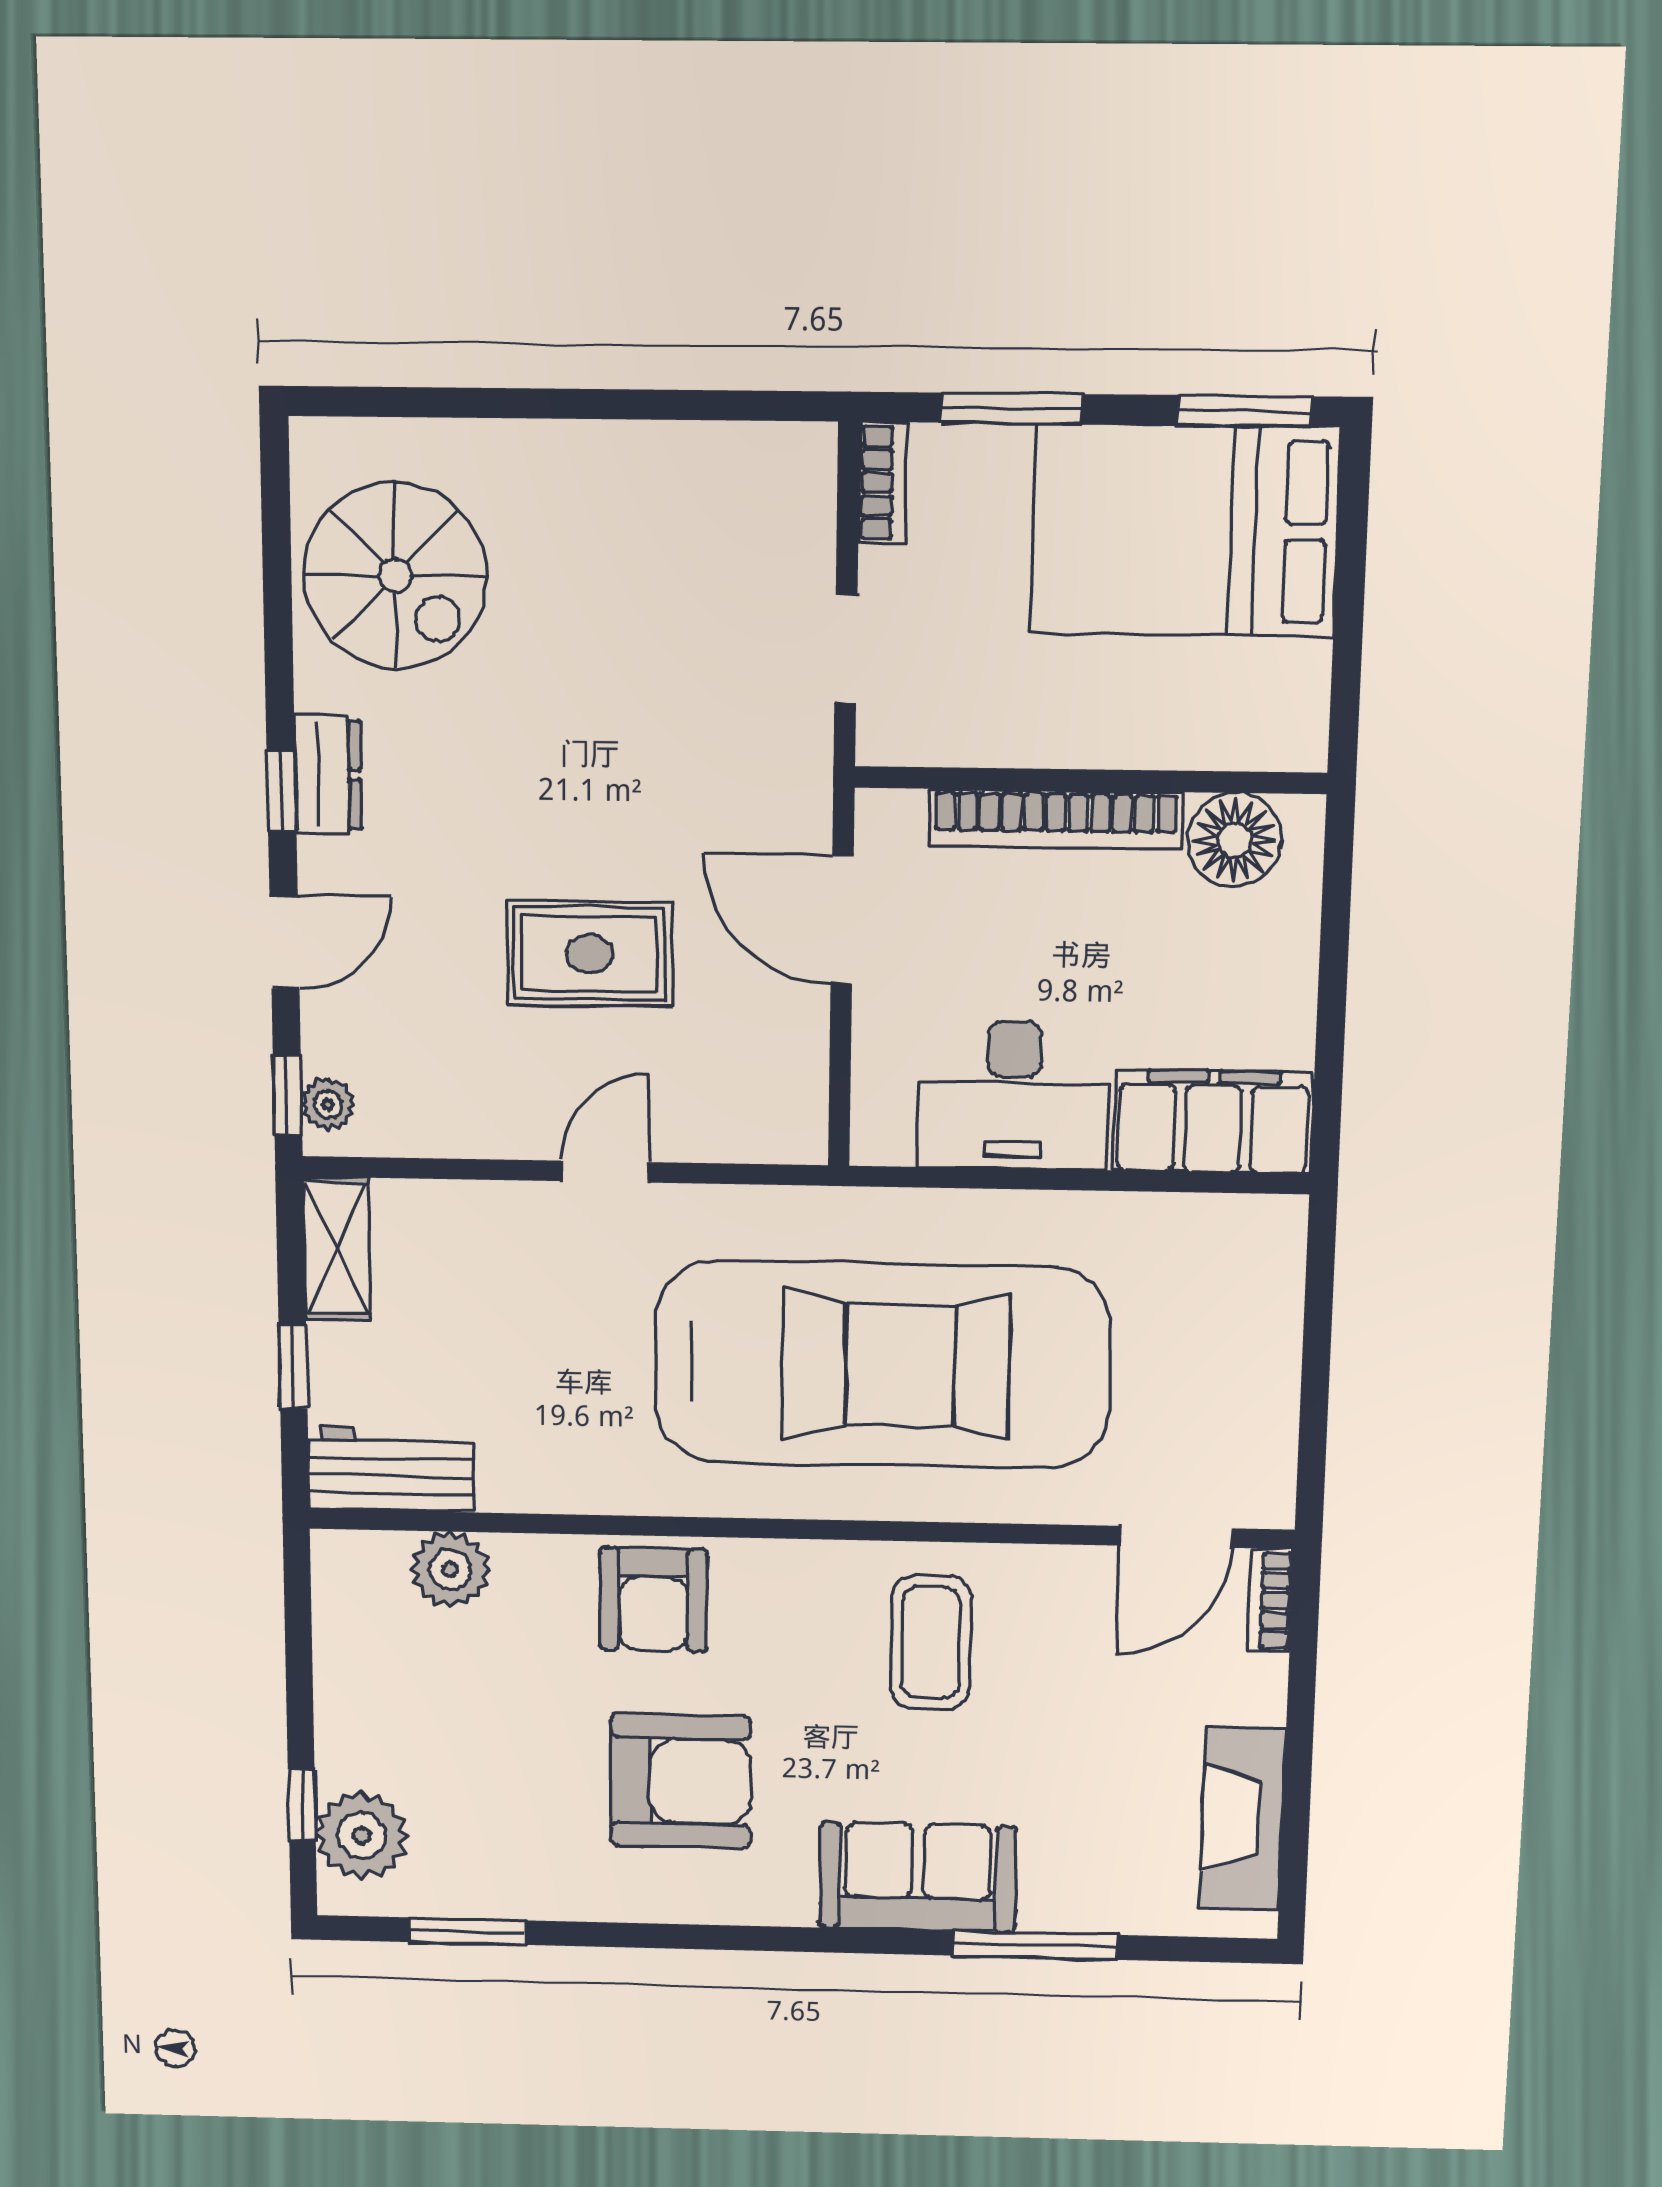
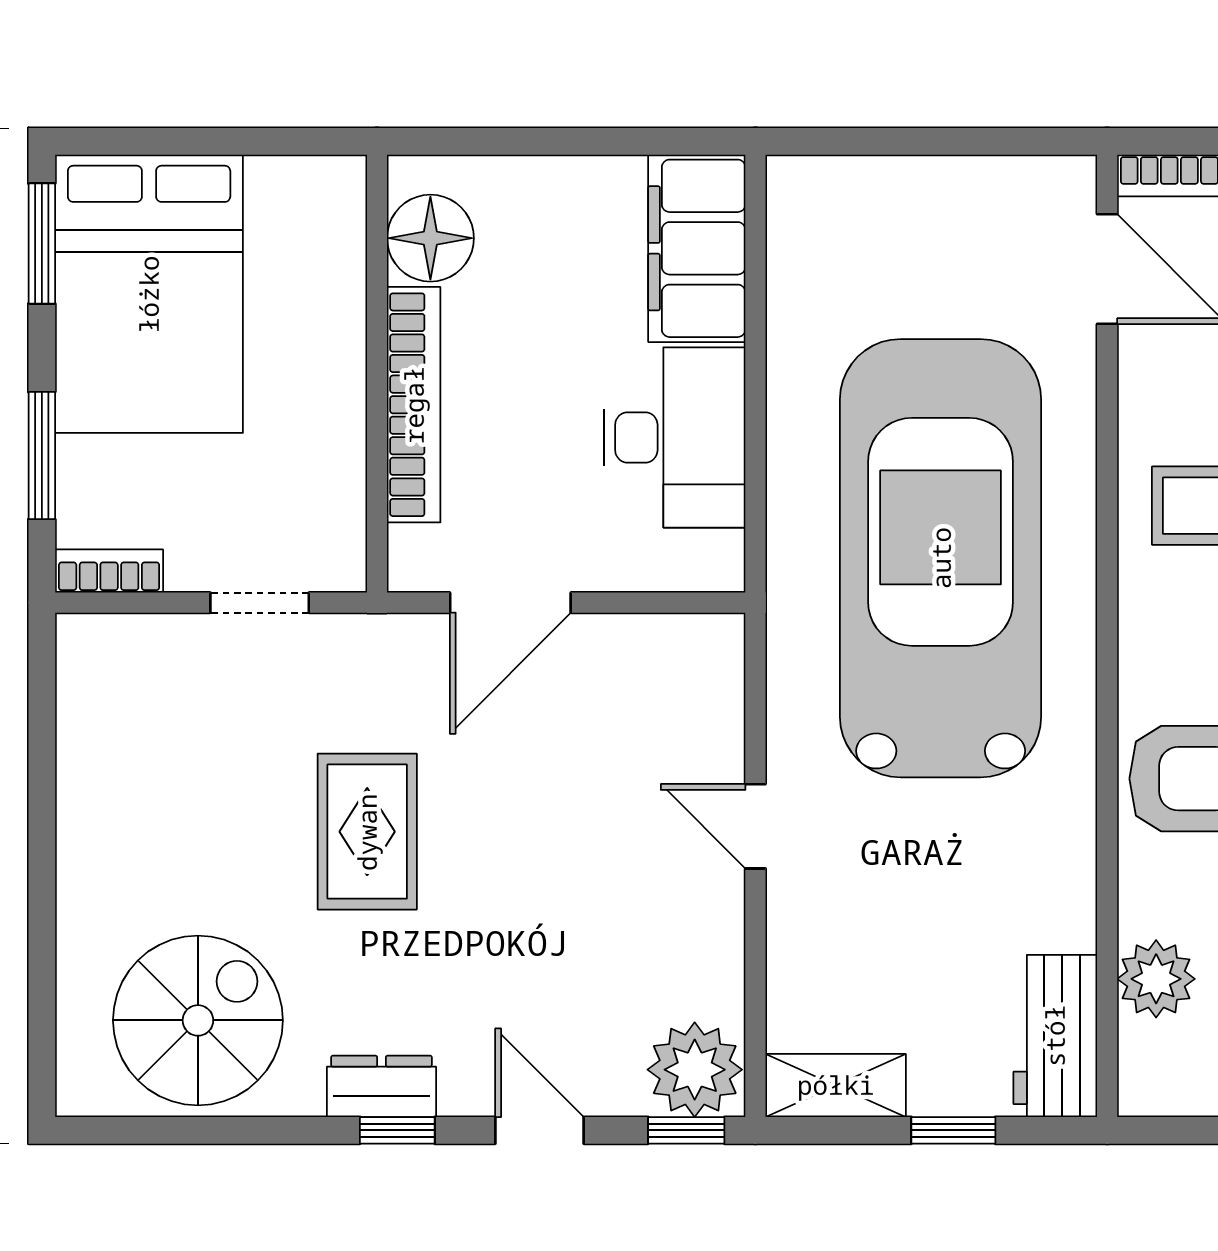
rug: (589, 954) -> (367, 832), moved
plant: (328, 1104) -> (695, 1070), width x1.87, depth x1.87

